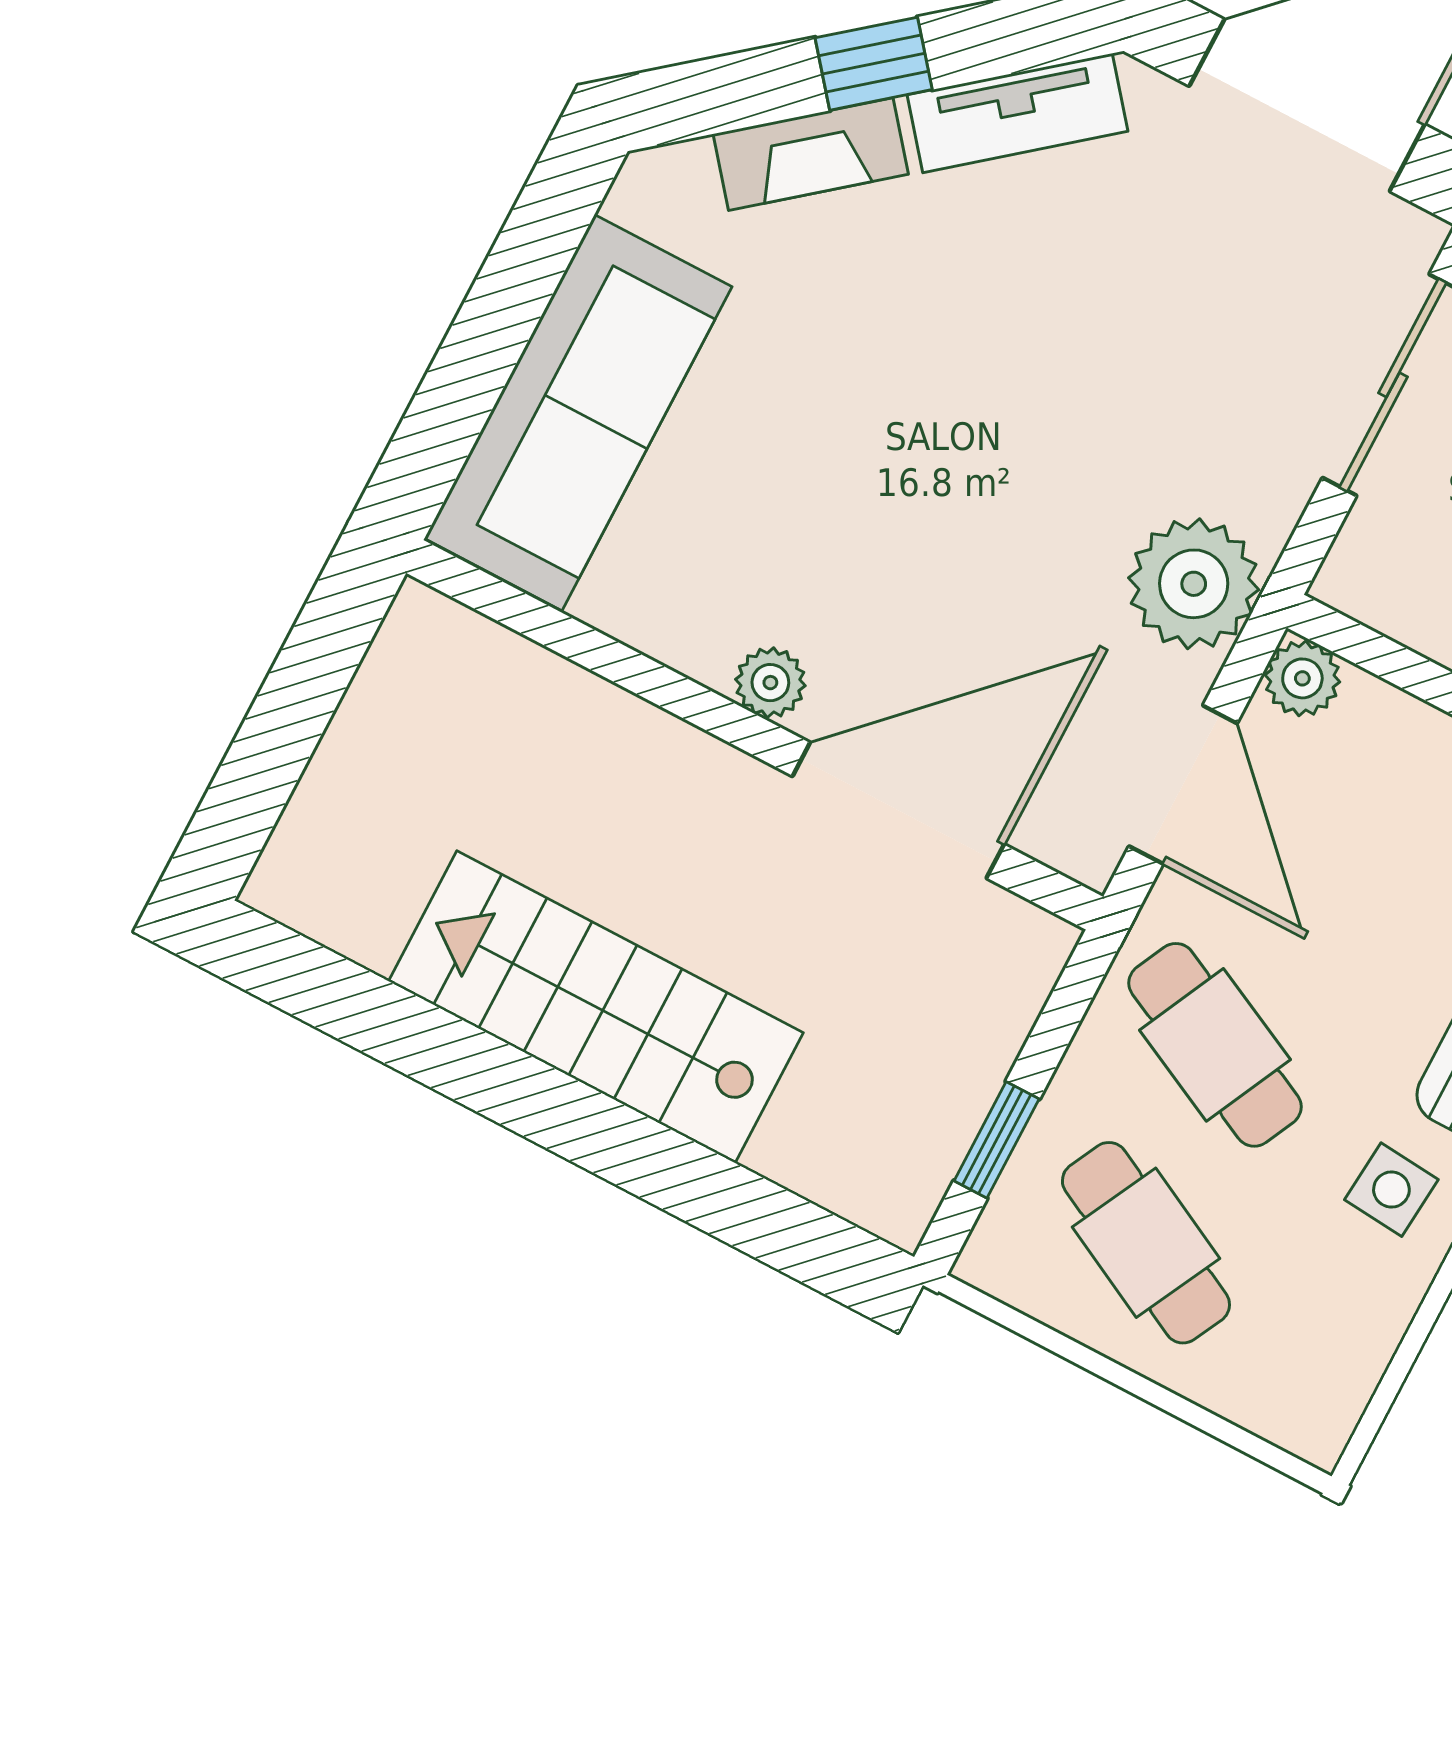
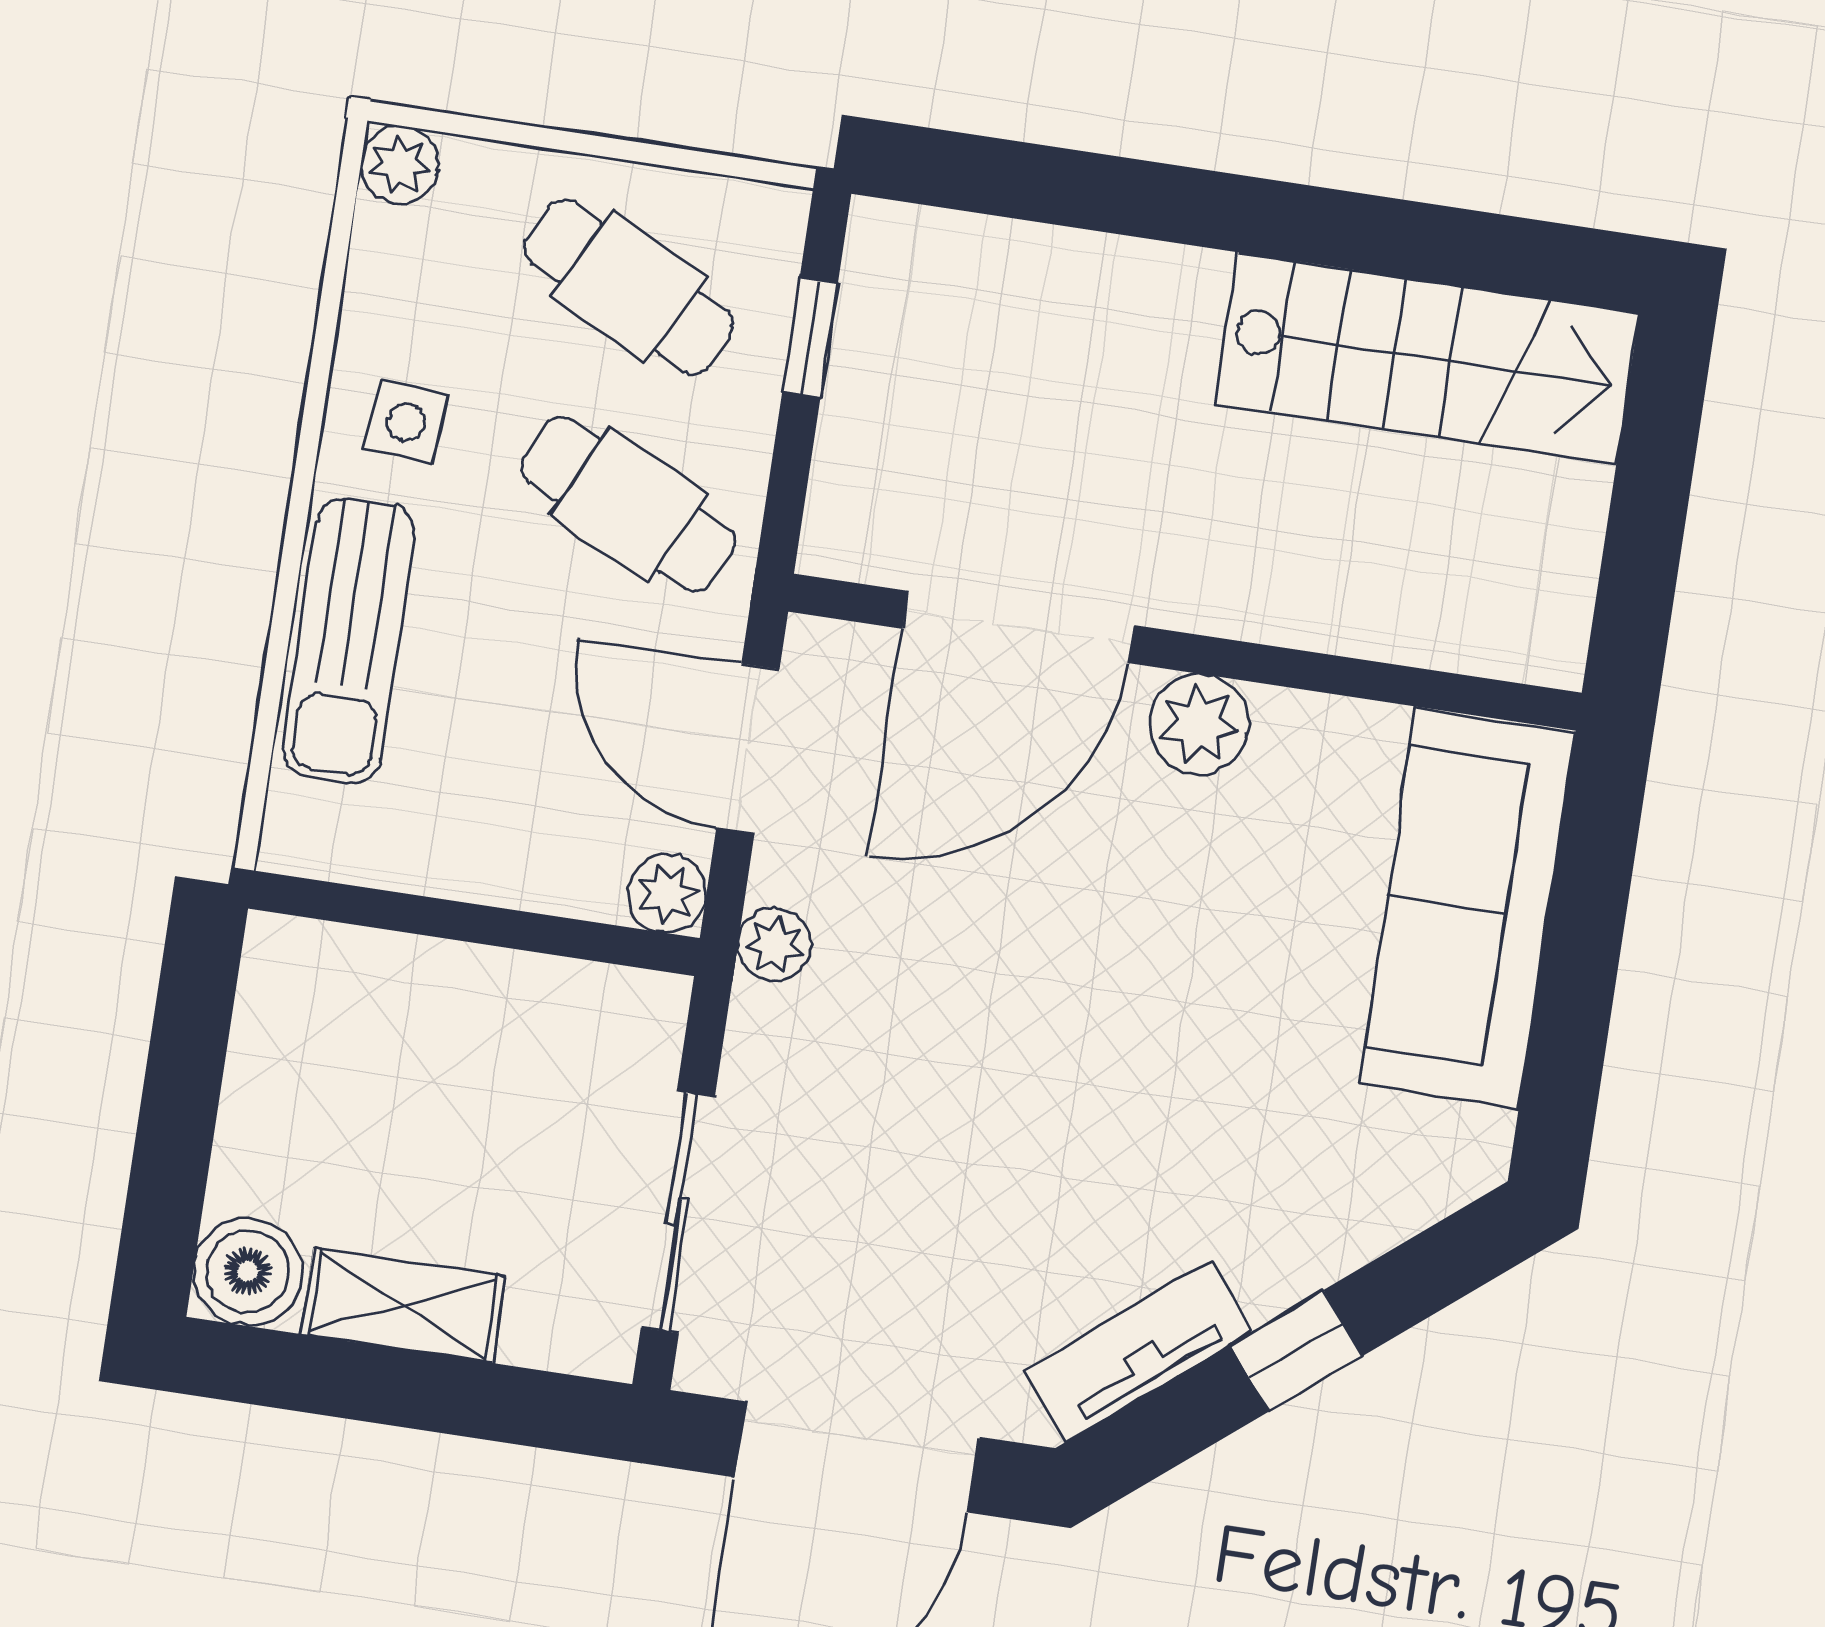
fireplace: (811, 154) -> (1327, 1241), removed
plant: (1194, 584) -> (774, 945), width x0.53, depth x0.53
plant: (770, 683) -> (1199, 724), width x1.38, depth x1.38
stairs: (596, 1007) -> (1427, 358), moved
plant: (1316, 1426) -> (400, 165), added

